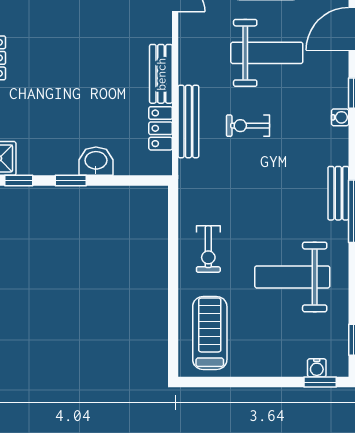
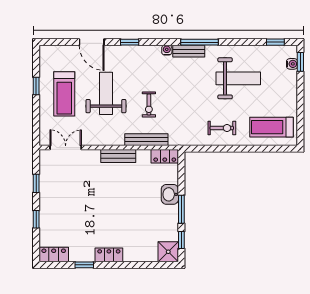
water cooler: (340, 117) -> (167, 50), moved
locker: (161, 128) -> (165, 156), moved
window: (71, 180) -> (181, 209), width x1.50
weight bench: (292, 277) -> (238, 78), turned -90

